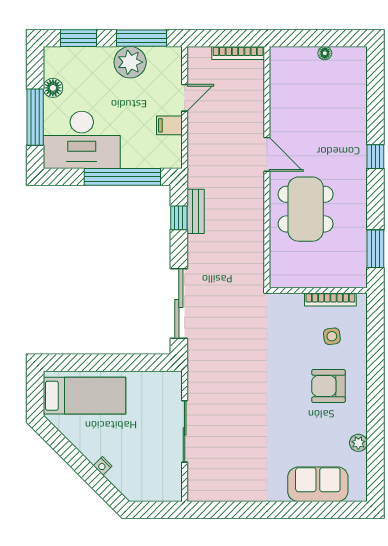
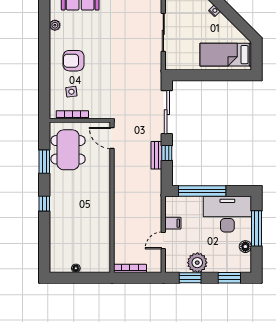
window: (141, 38) -> (190, 278), width x0.69
door: (267, 154) -> (112, 138), moved
dining table: (306, 209) -> (68, 150), moved
bench: (196, 211) -> (156, 155), moved
window: (179, 218) -> (167, 153), moved
window: (375, 249) -> (44, 162), moved
armchair: (329, 386) -> (73, 61), turned 180

